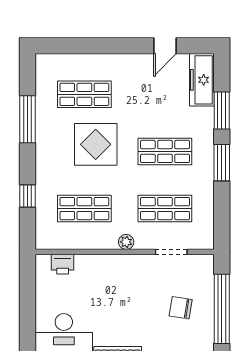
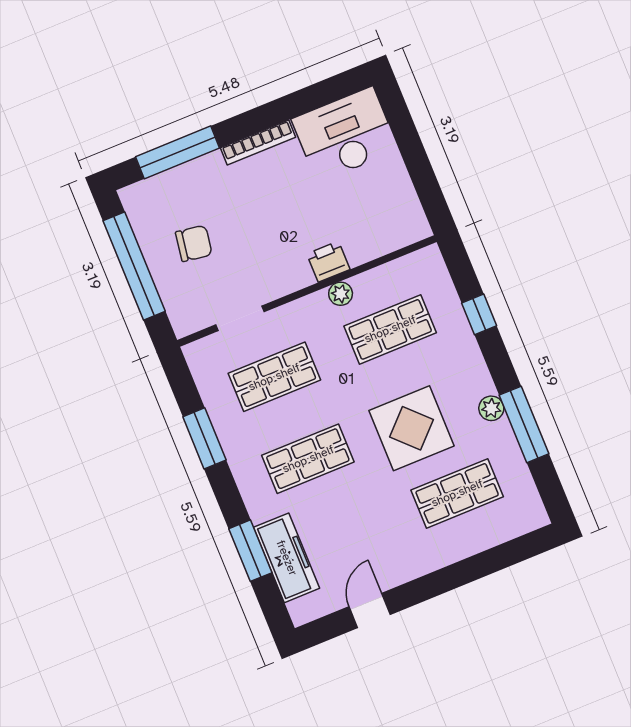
freezer: (202, 80) -> (287, 558), moved
plant: (43, 137) -> (491, 408), added
window: (222, 163) -> (204, 438), moved
plant: (126, 242) -> (341, 294), moved
printer: (63, 264) -> (328, 262), moved

